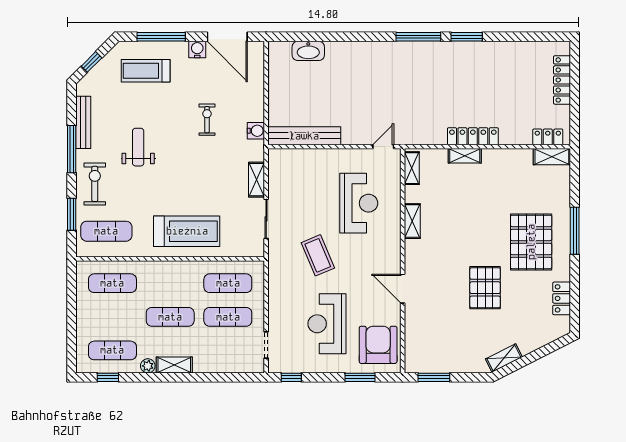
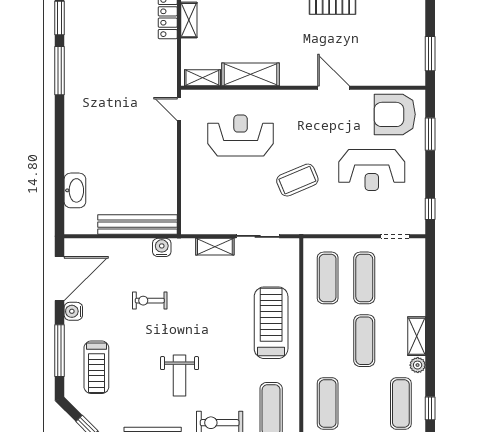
bench: (304, 136) -> (137, 225), moved, turned 90
weight bench: (138, 147) -> (180, 376), turned -90
shelving: (412, 221) -> (250, 74), width x1.50, depth x1.33
door: (403, 289) -> (334, 88), swing flipped

